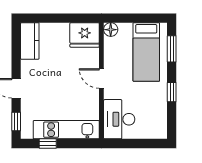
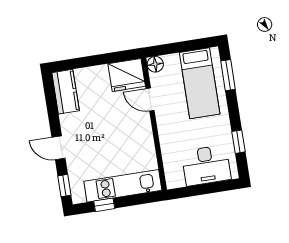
door: (101, 79) -> (150, 100), moved
window: (172, 92) -> (239, 142), moved
desk: (119, 119) -> (206, 165), moved, turned -90

